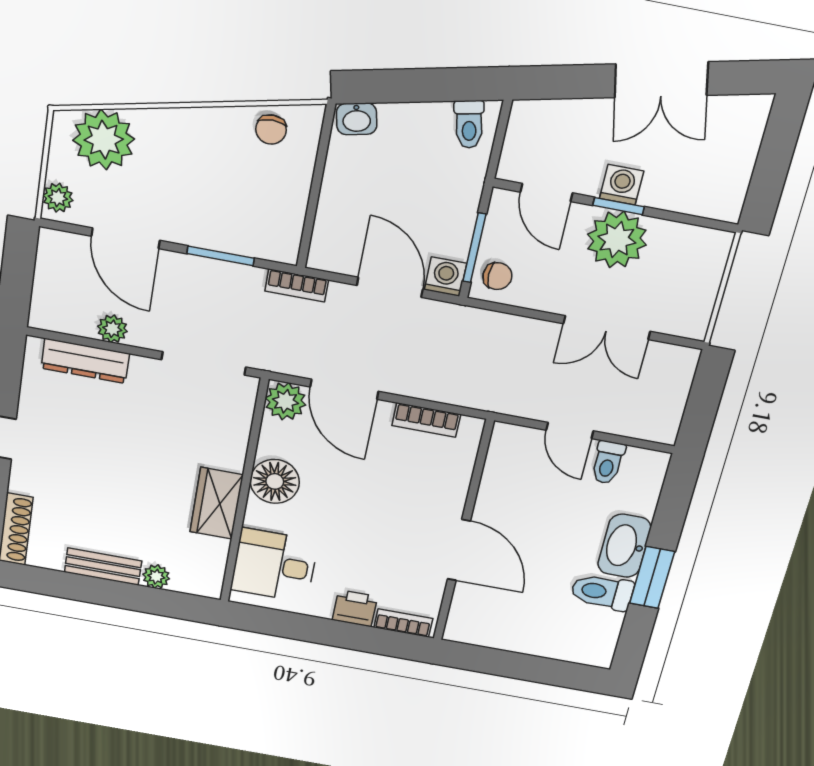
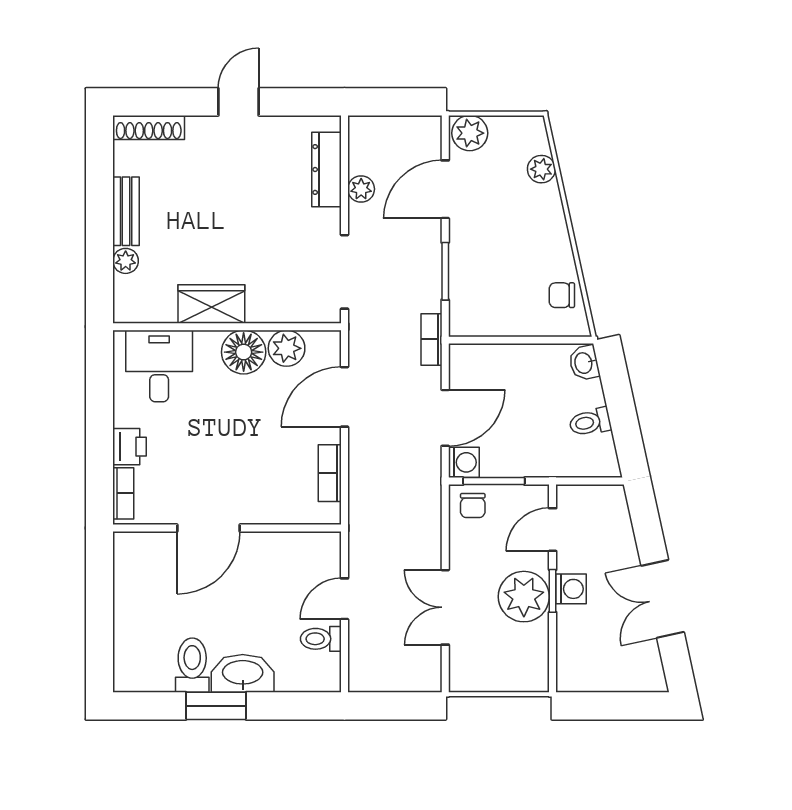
toilet: (469, 124) -> (590, 422), moved
plant: (104, 140) -> (541, 169), width x0.53, depth x0.53
plant: (58, 198) -> (470, 133), width x1.38, depth x1.38
plant: (285, 401) -> (287, 348), moved

